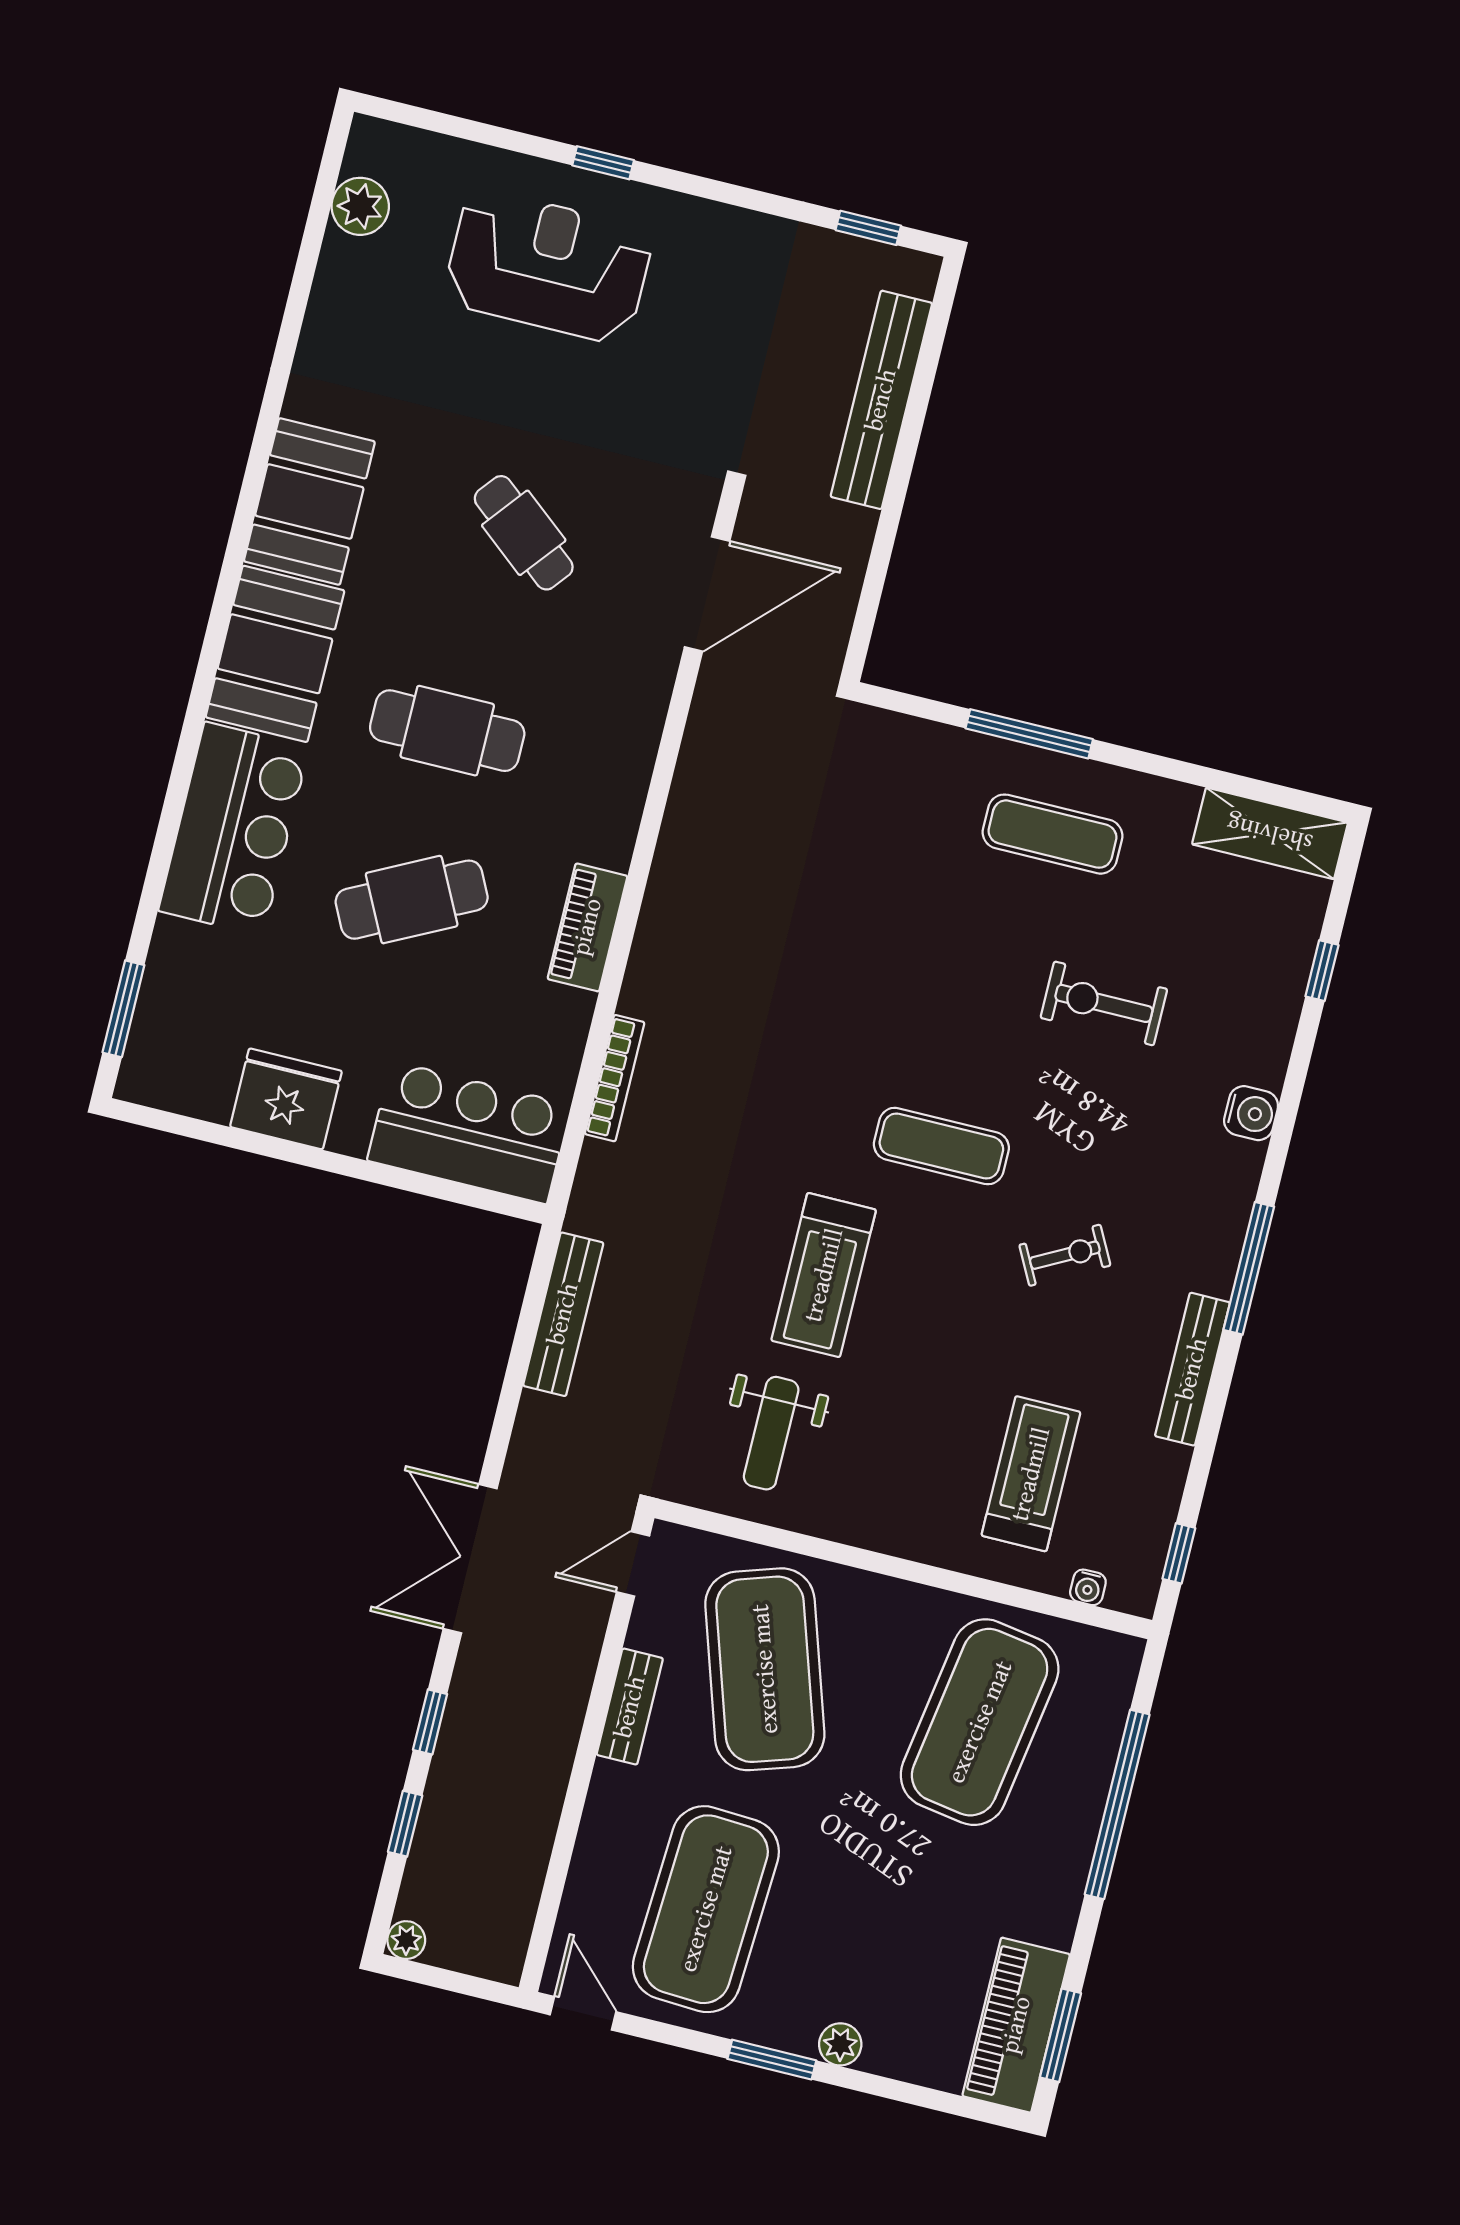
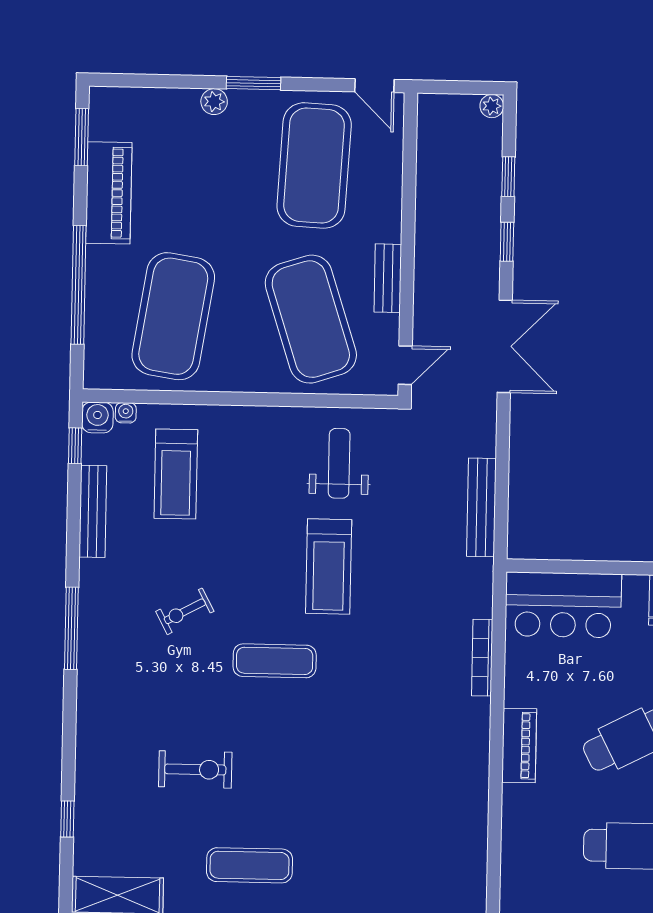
water cooler: (1251, 1113) -> (97, 417), moved, turned 90
treadmill: (824, 1275) -> (329, 566), turned 180
bench: (1192, 1369) -> (93, 511), moved
piano: (1016, 2025) -> (109, 193), moved

